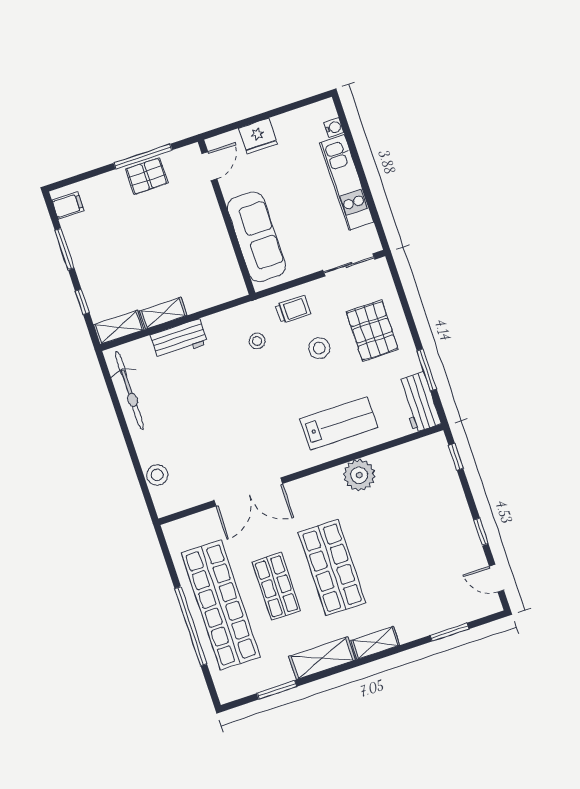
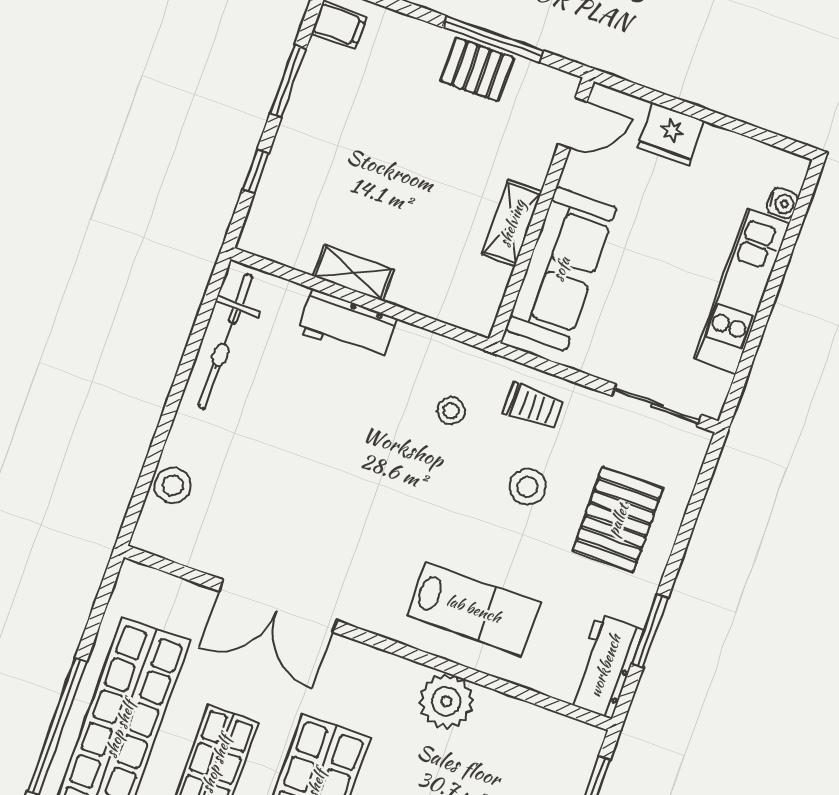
shelving: (119, 327) -> (512, 223), moved, turned 90

